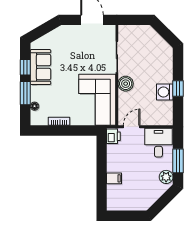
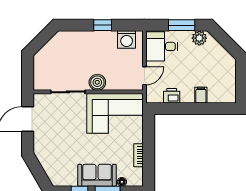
sofa: (41, 67) -> (97, 175), moved
washing machine: (165, 92) -> (127, 40), moved
door: (132, 127) -> (144, 76), swing flipped
printer: (113, 136) -> (172, 96), moved

